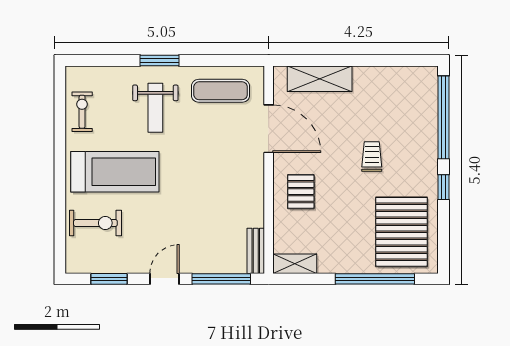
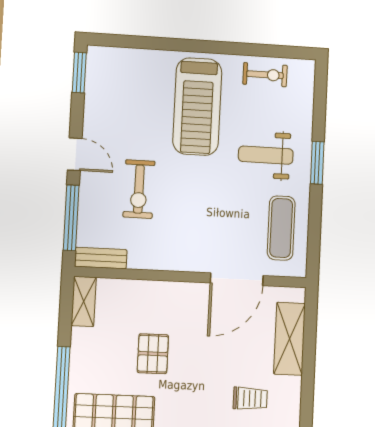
trolley: (372, 157) -> (250, 398), moved
pallet: (301, 192) -> (153, 354), moved, turned 90
exercise bike: (95, 223) -> (139, 189), moved
window: (109, 279) -> (79, 73), moved

